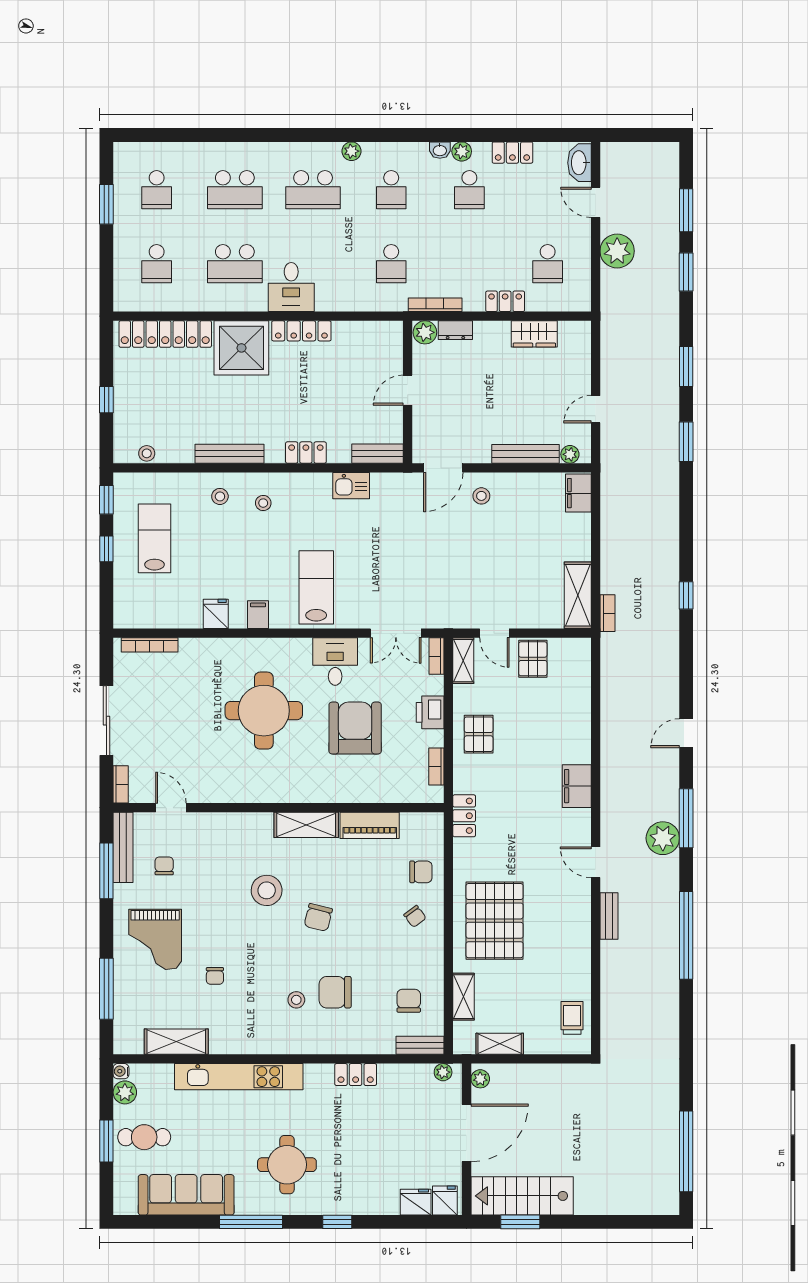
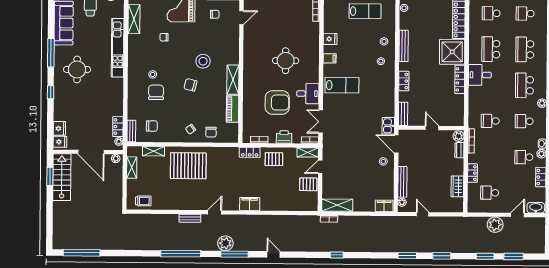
kitchen sink: (351, 486) -> (388, 126), moved
round table: (264, 711) -> (286, 61), width x0.73, depth x0.73
locker: (464, 816) -> (250, 152), moved
locker: (356, 1075) -> (118, 127), moved

